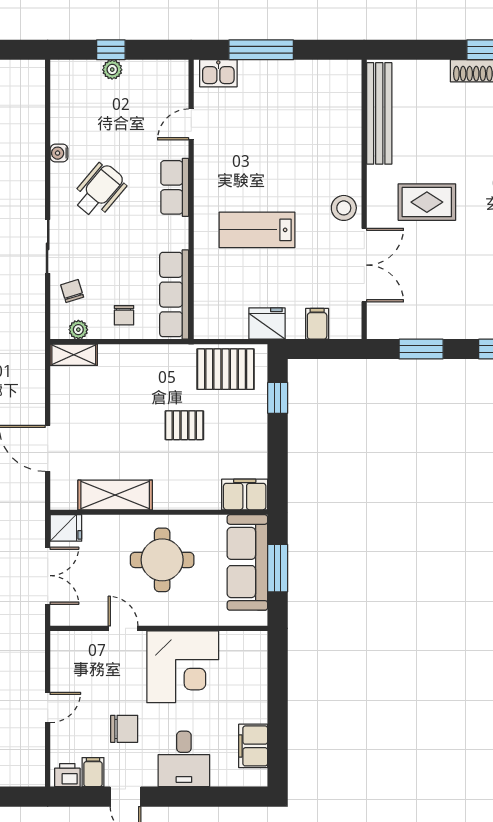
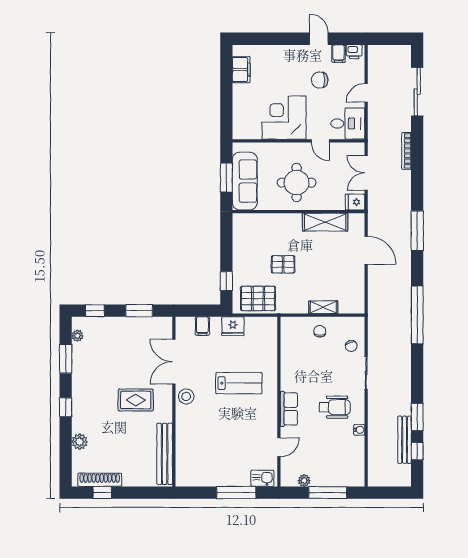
window: (111, 50) -> (328, 493), width x2.17
plant: (112, 70) -> (304, 481), moved
wheelchair: (99, 190) -> (335, 407), turned -130
row of seats: (174, 295) -> (289, 344), removed
plant: (78, 330) -> (347, 322), removed
shelving: (74, 355) -> (323, 307), moved
filing cabinet: (245, 494) -> (246, 222), removed
desk: (184, 759) -> (348, 124), moved, turned 90

